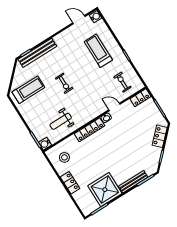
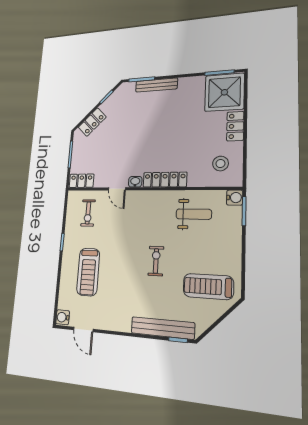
shower: (105, 190) -> (224, 92), moved

